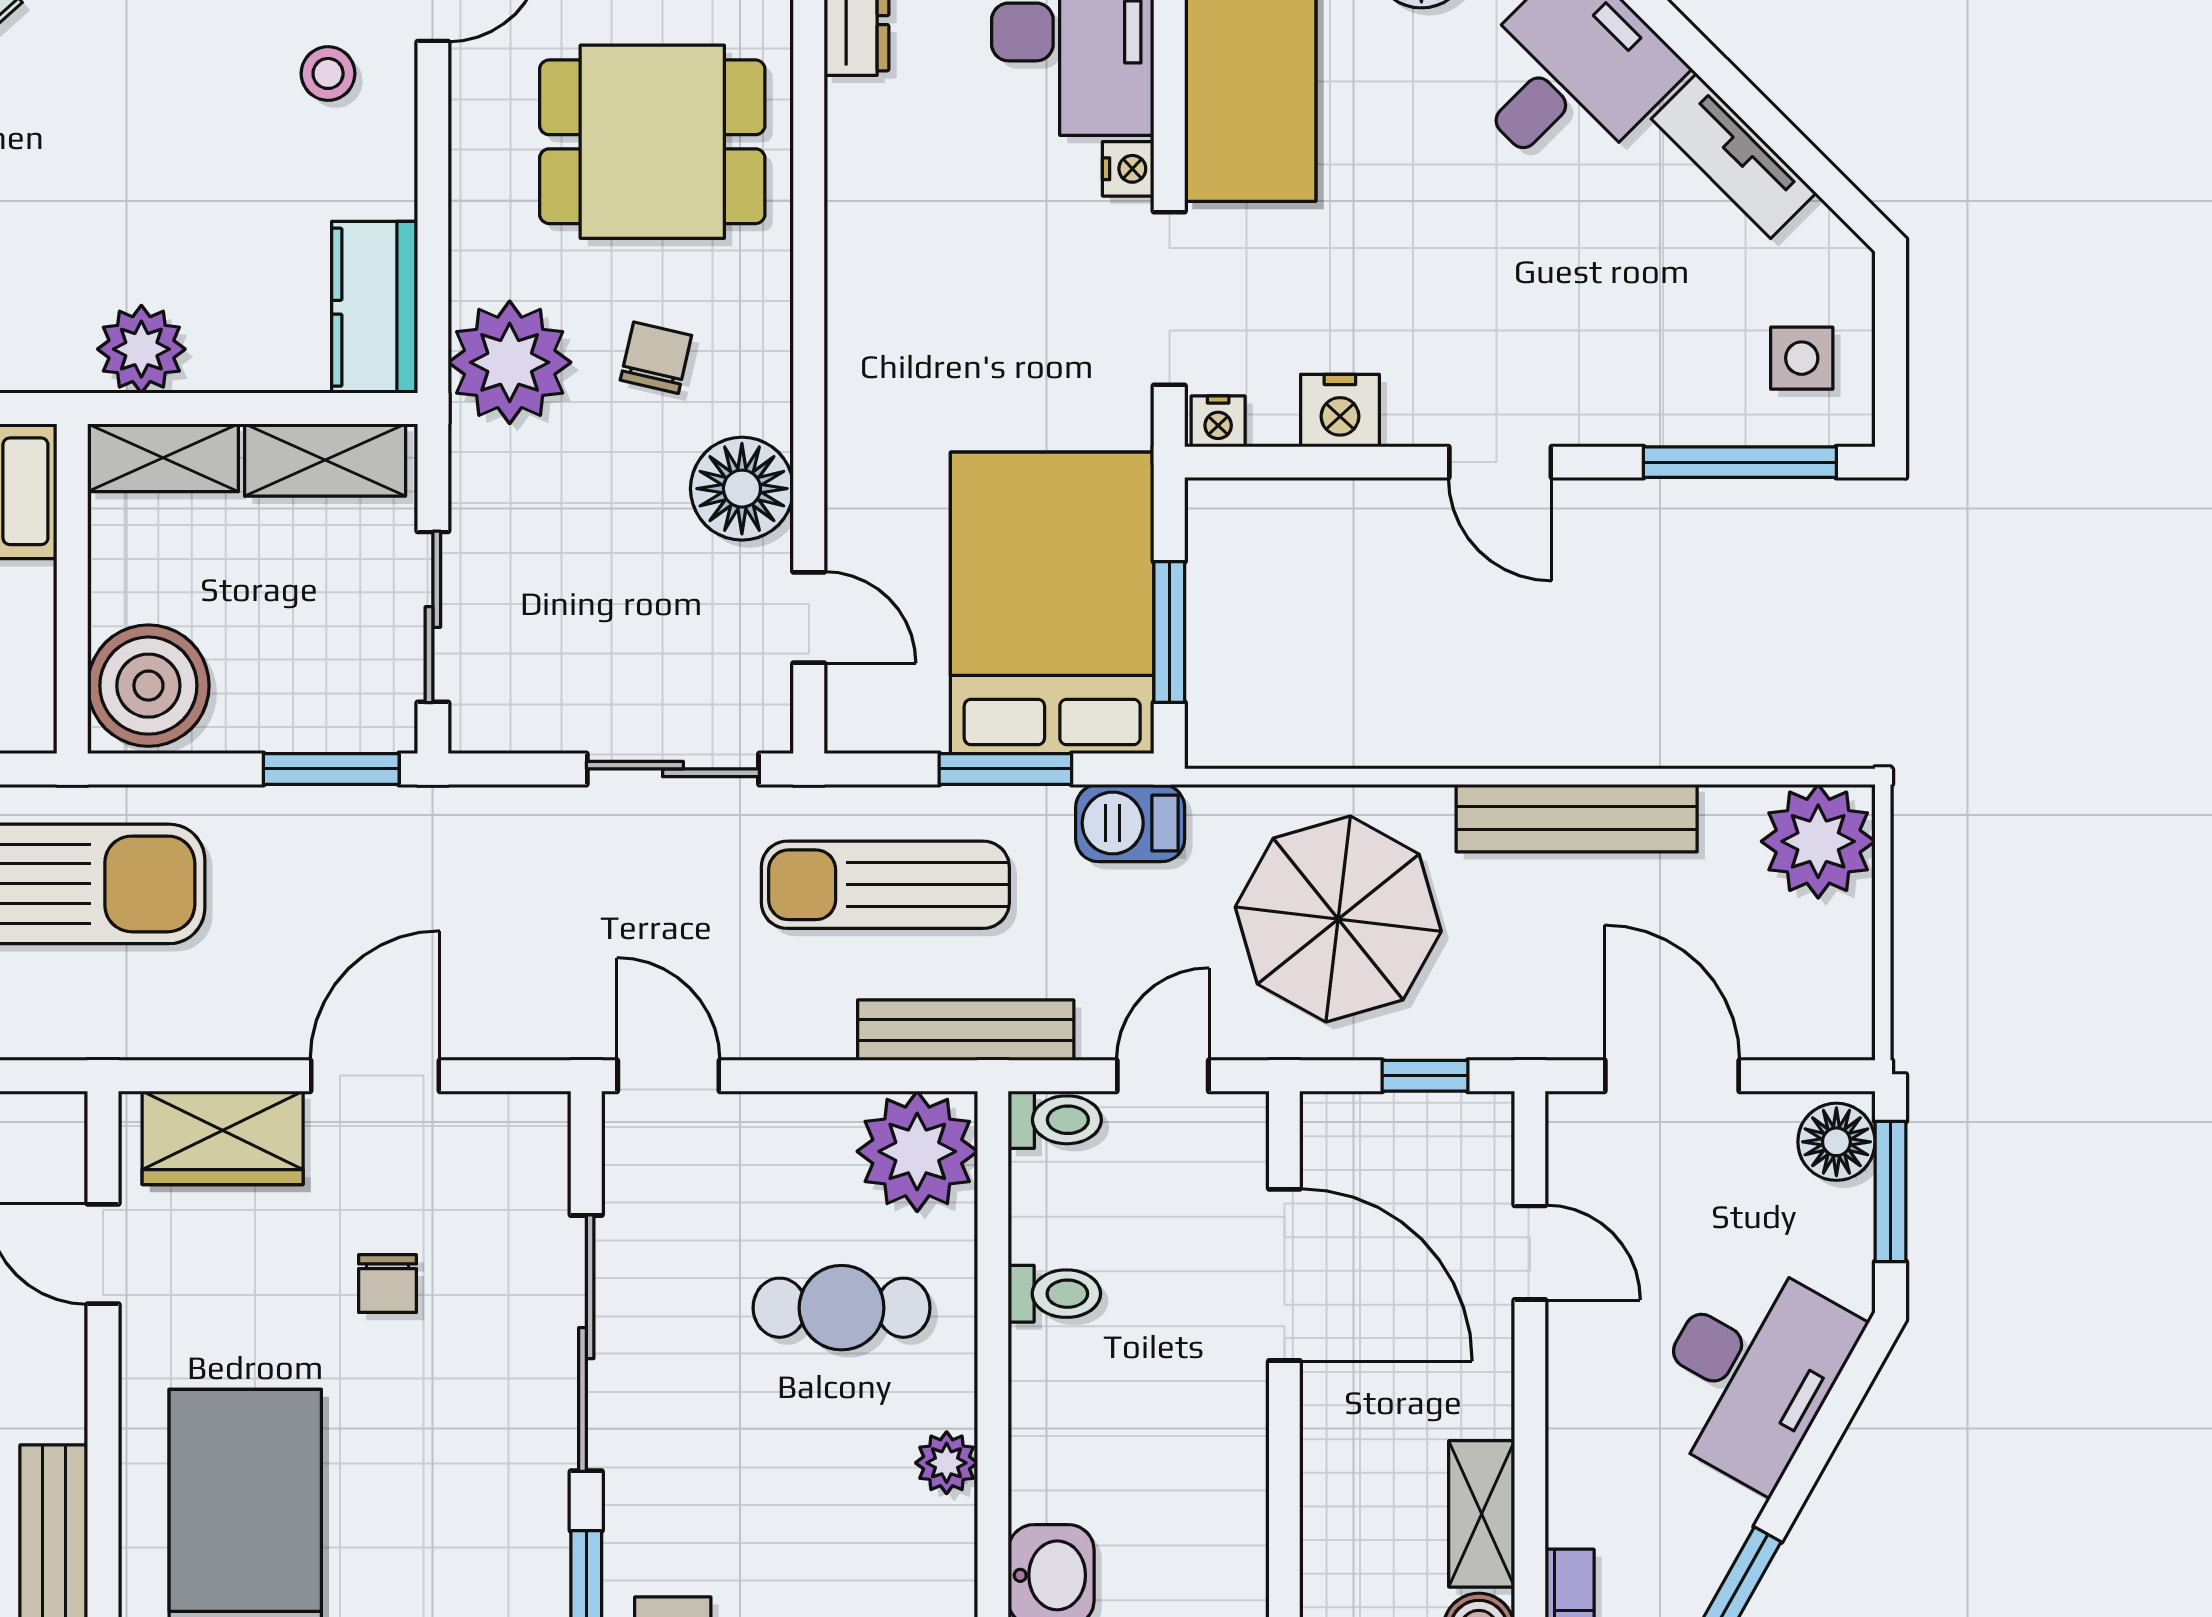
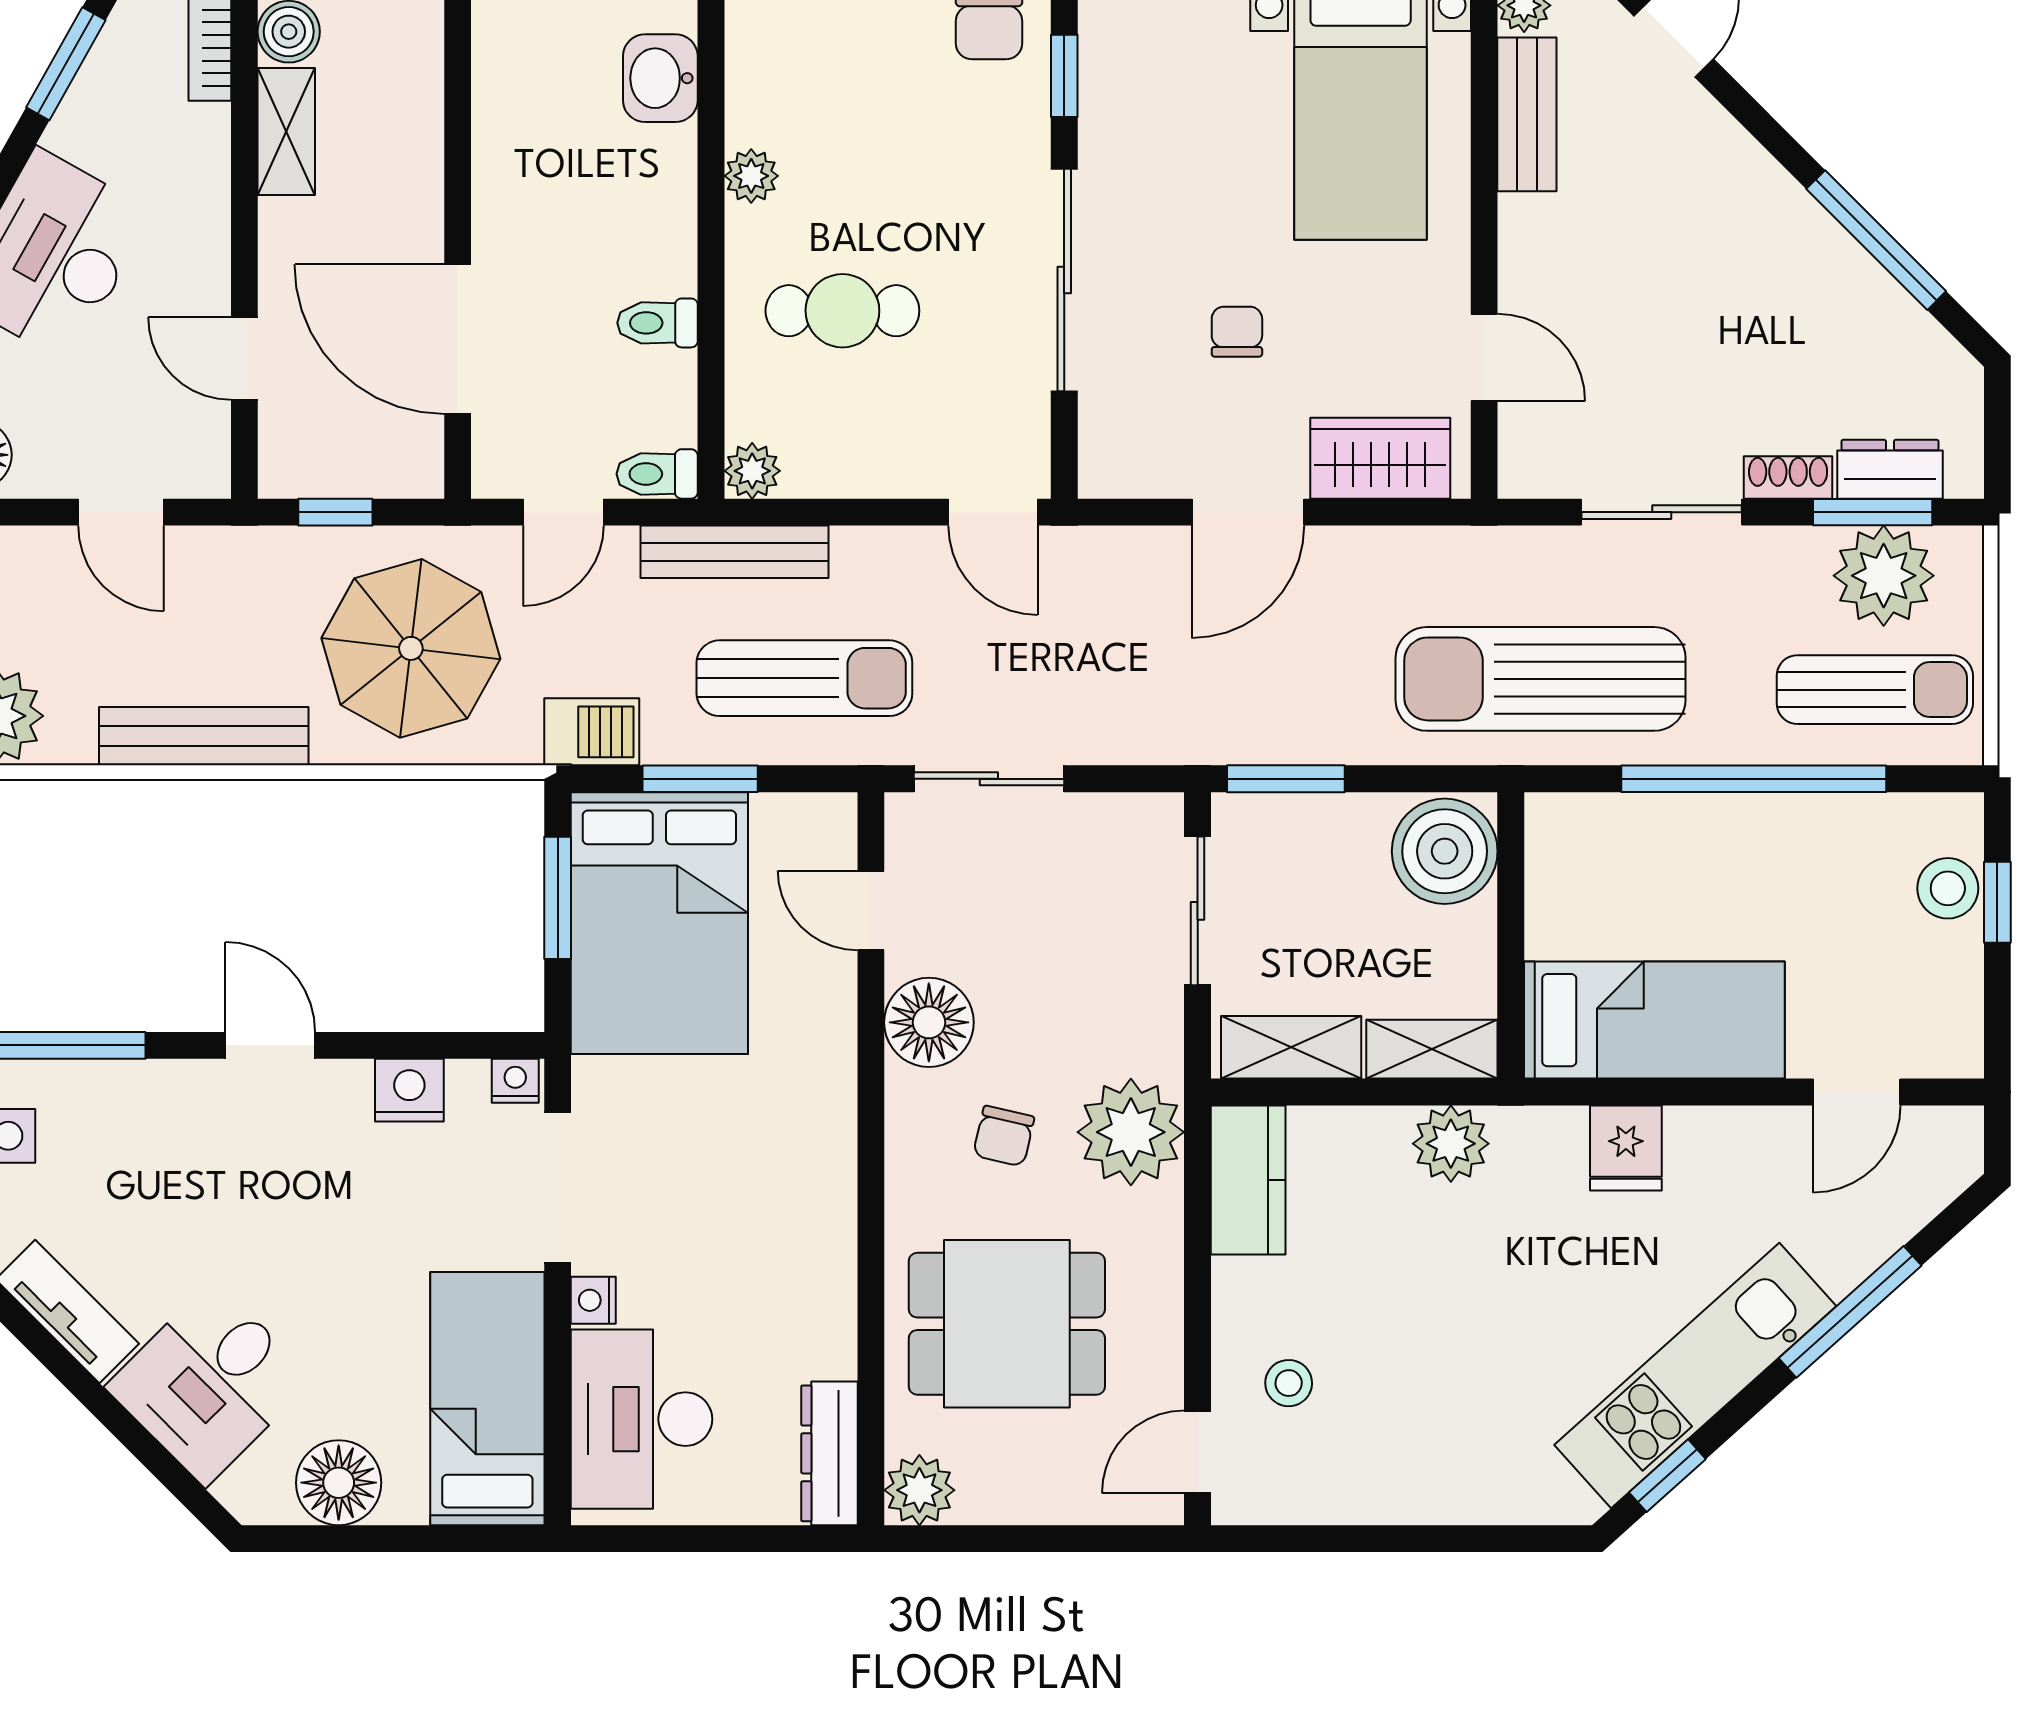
door: (1672, 1076) -> (121, 512), width x0.73
plant: (917, 1151) -> (752, 471), width x0.53, depth x0.53

